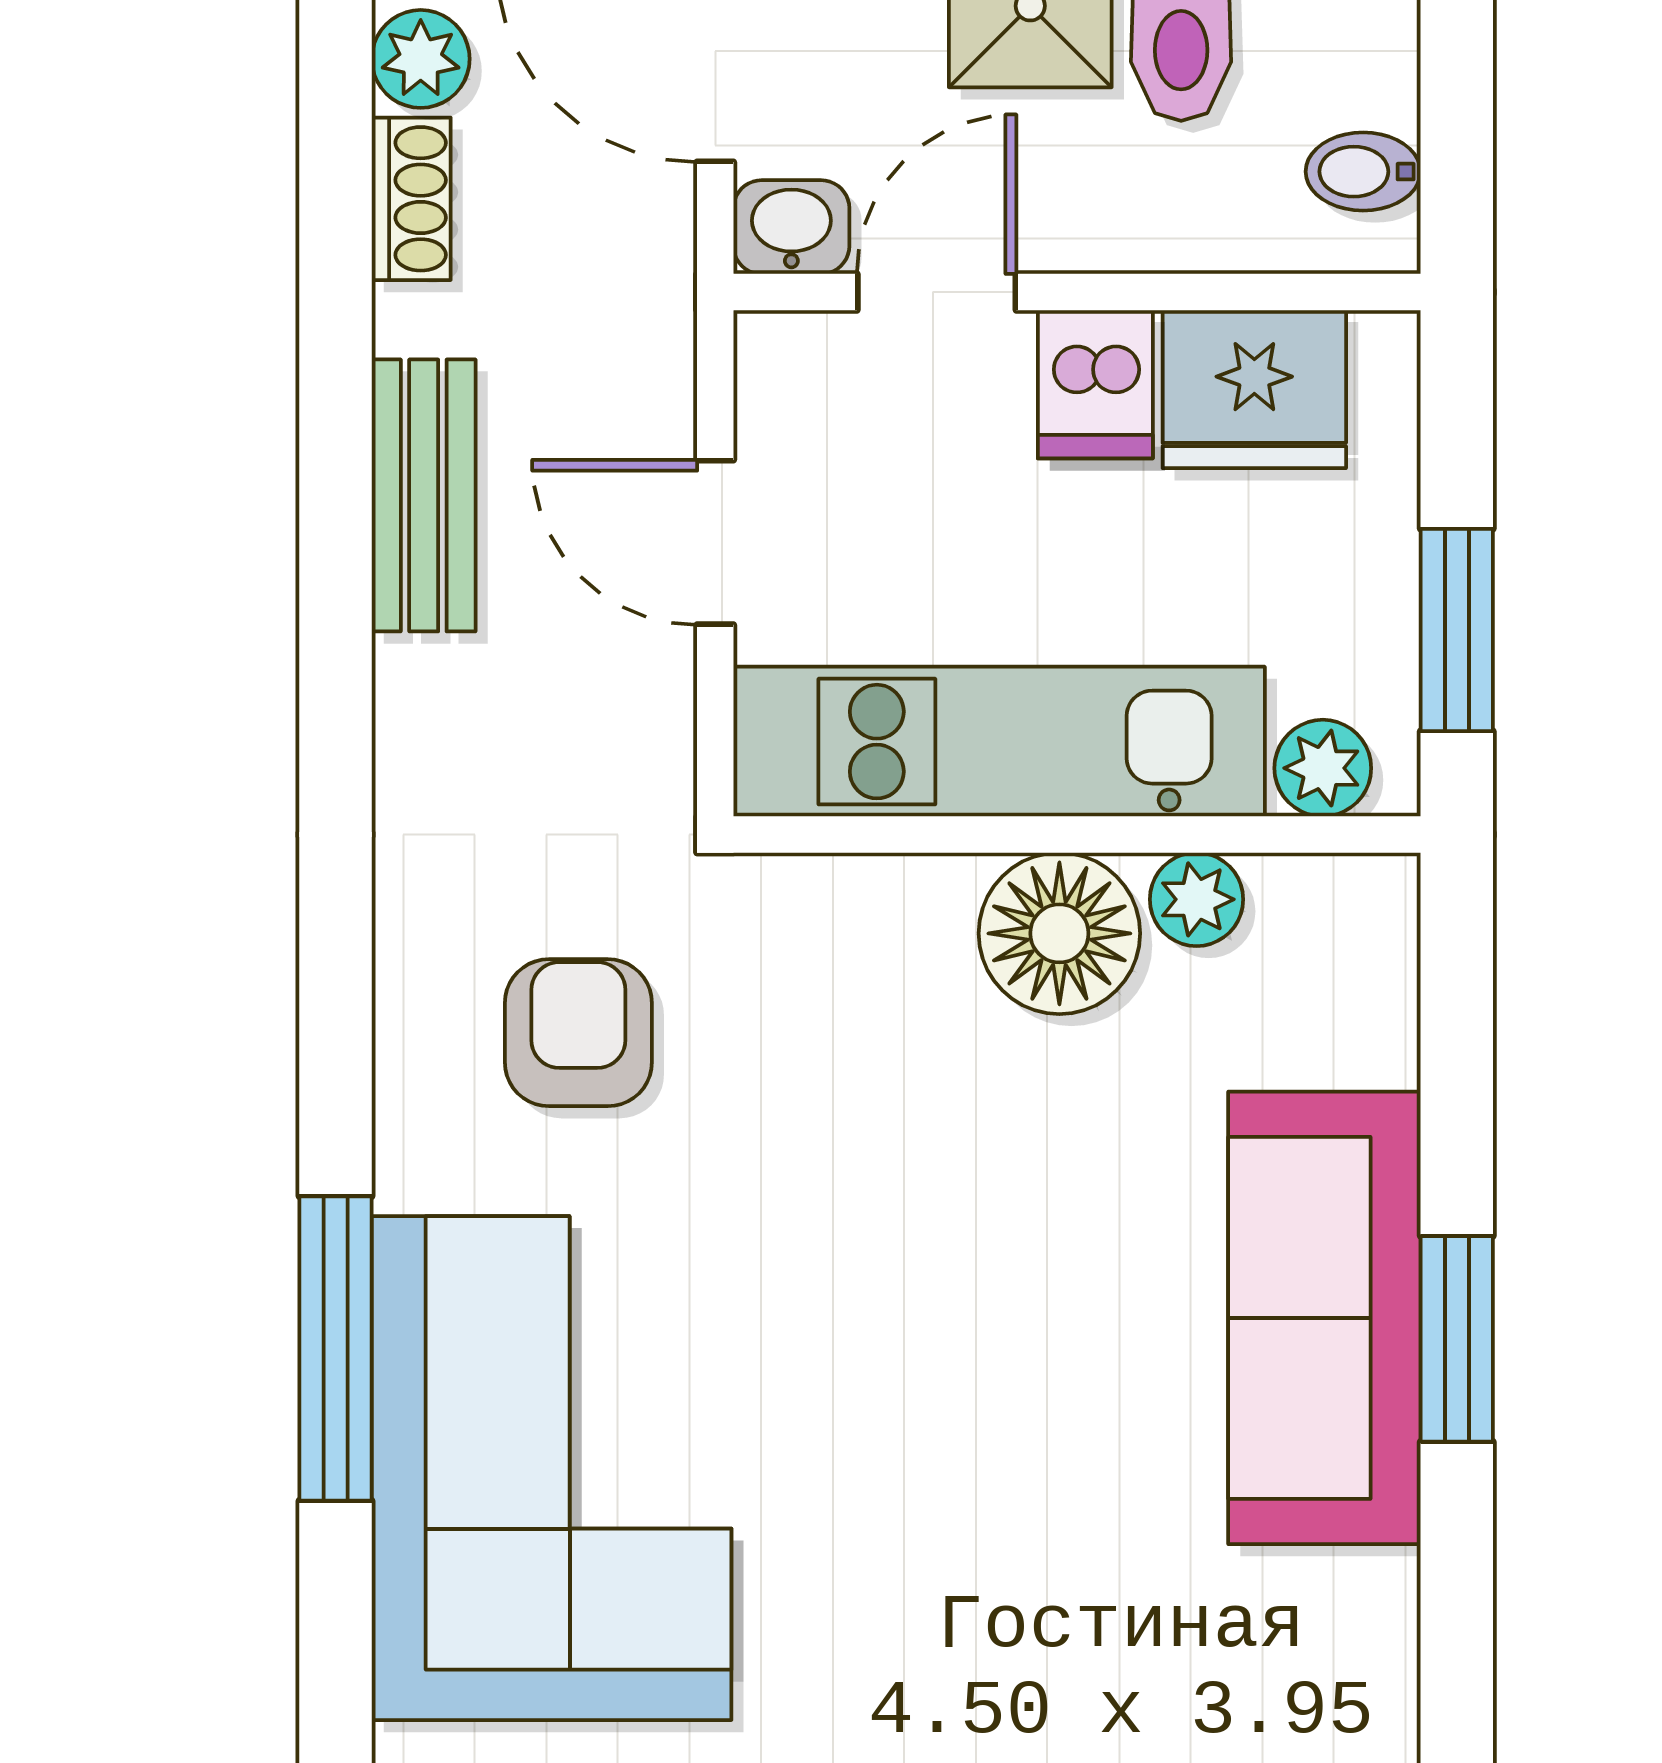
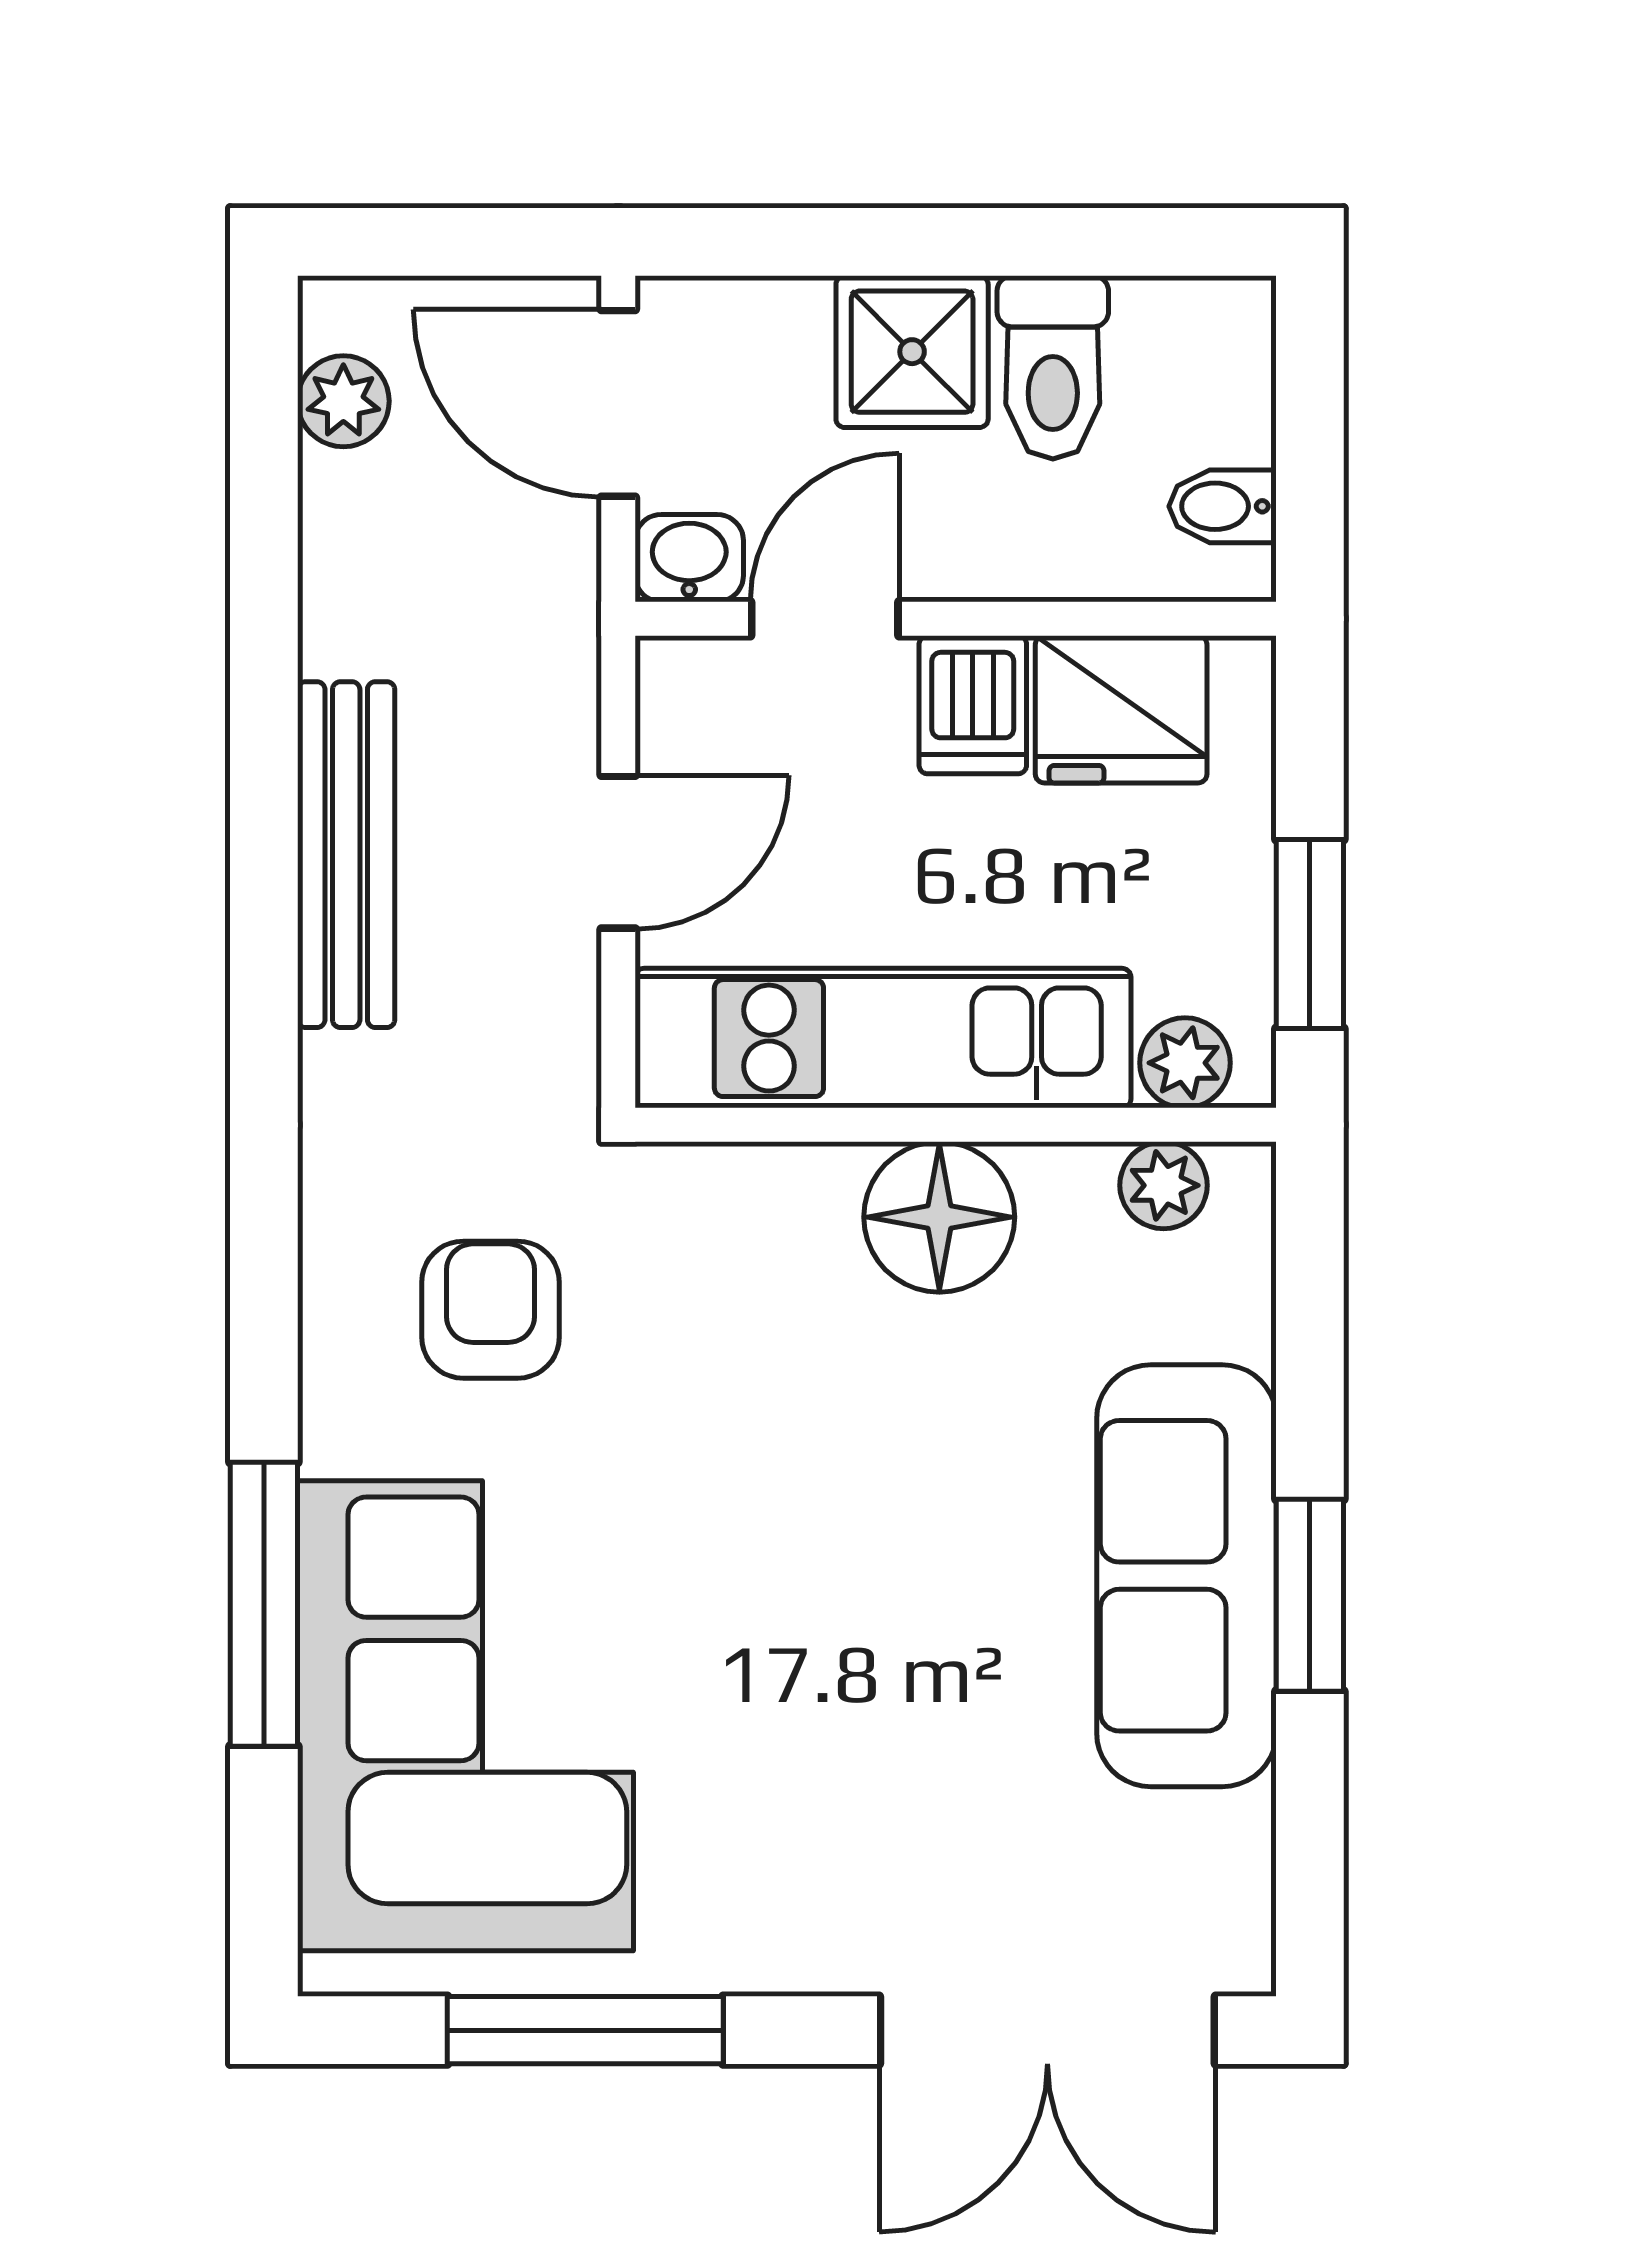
shoe rack: (411, 199) -> (335, 532), removed
bench: (424, 495) -> (346, 855), width x1.36
door: (715, 542) -> (618, 852), swing flipped
plant: (1197, 899) -> (1164, 1185), moved

